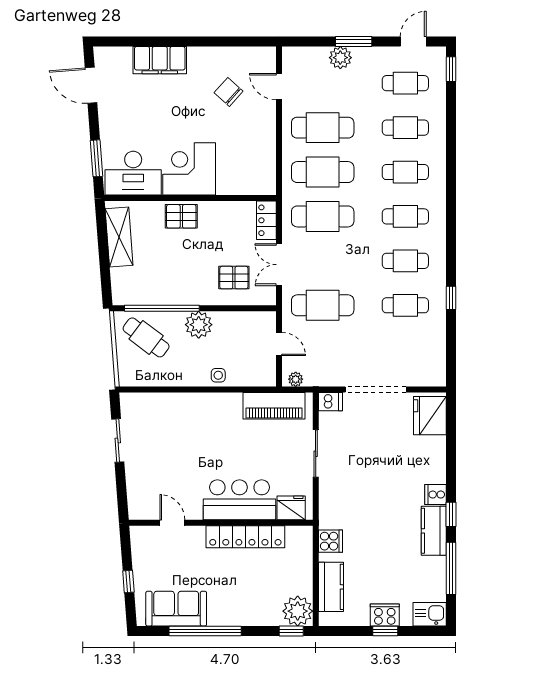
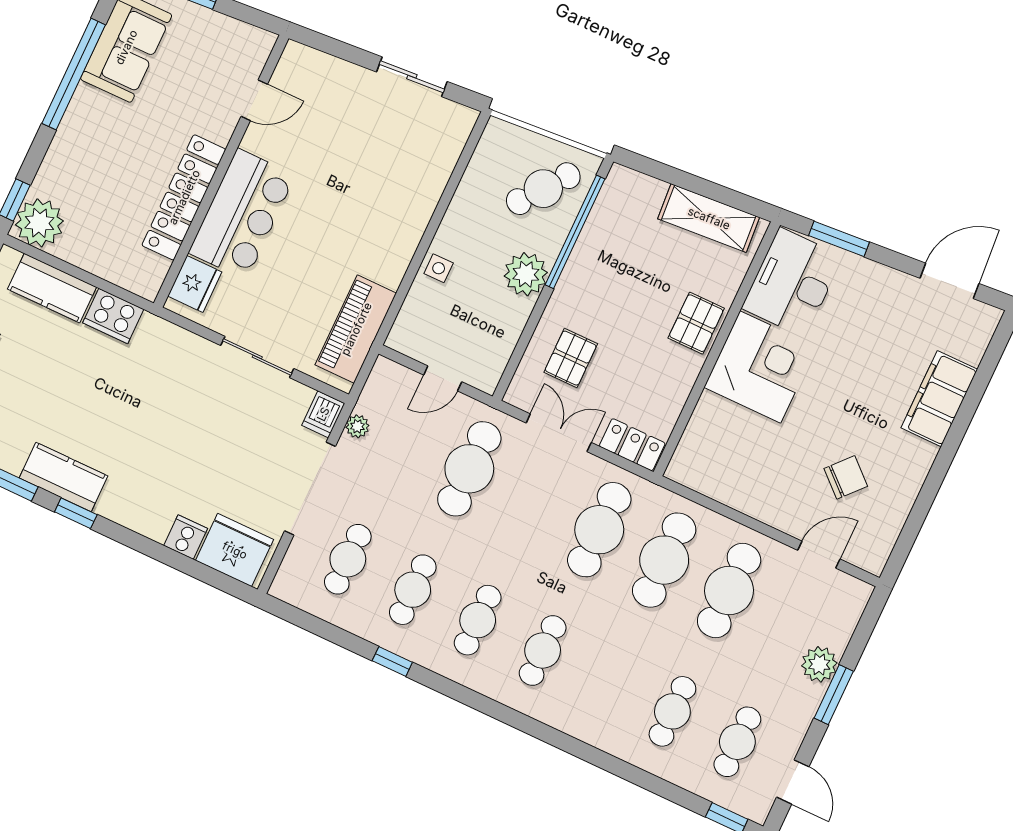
cafe table: (405, 172) -> (348, 559), moved
plant: (296, 379) -> (357, 426), moved
cooker: (435, 495) -> (186, 537), moved
cooker: (330, 541) -> (113, 316), width x1.36

